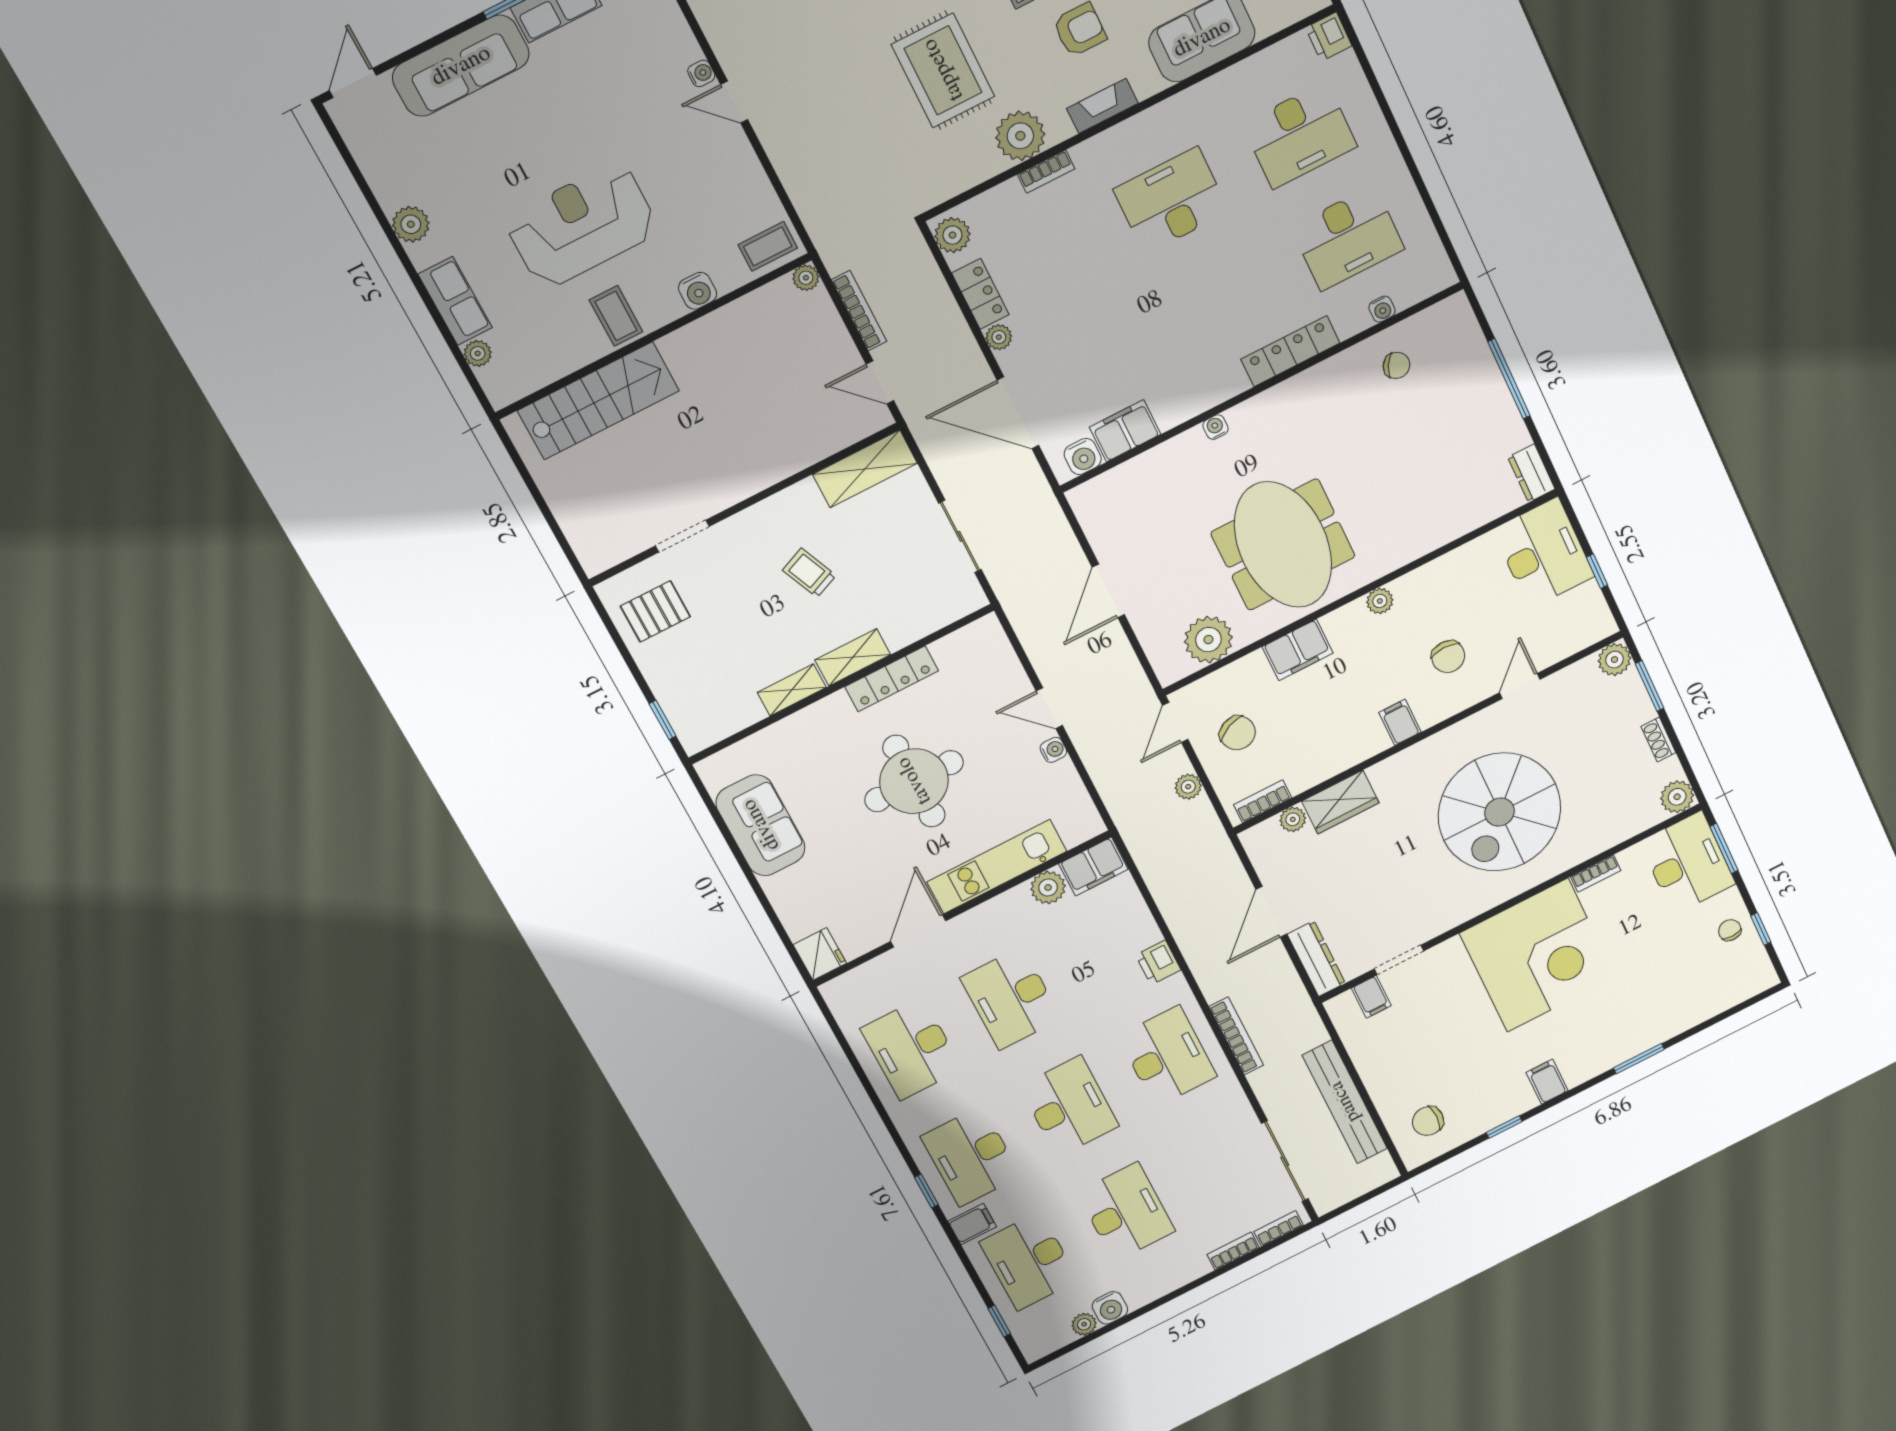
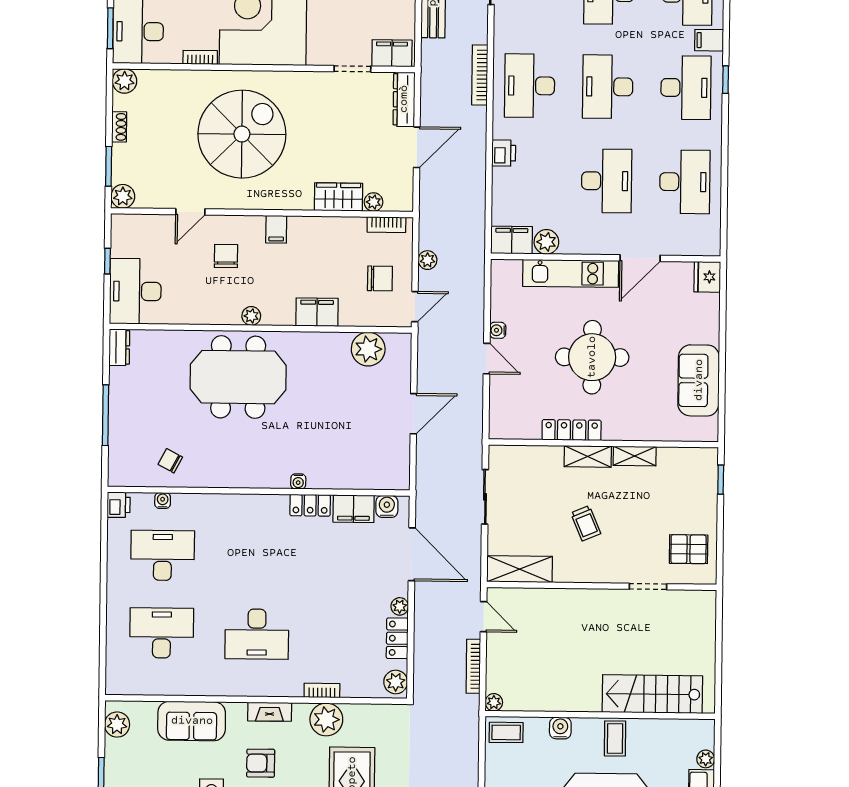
printer: (1329, 37) -> (119, 505), moved
locker: (1290, 351) -> (310, 505), moved, width x0.66
meeting table: (1283, 545) -> (238, 377), moved, turned 90
chair: (1238, 733) -> (380, 278), turned 115
filing cabinet: (1371, 997) -> (392, 53), width x2.00

